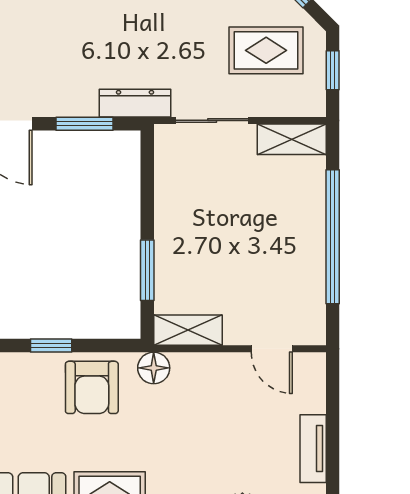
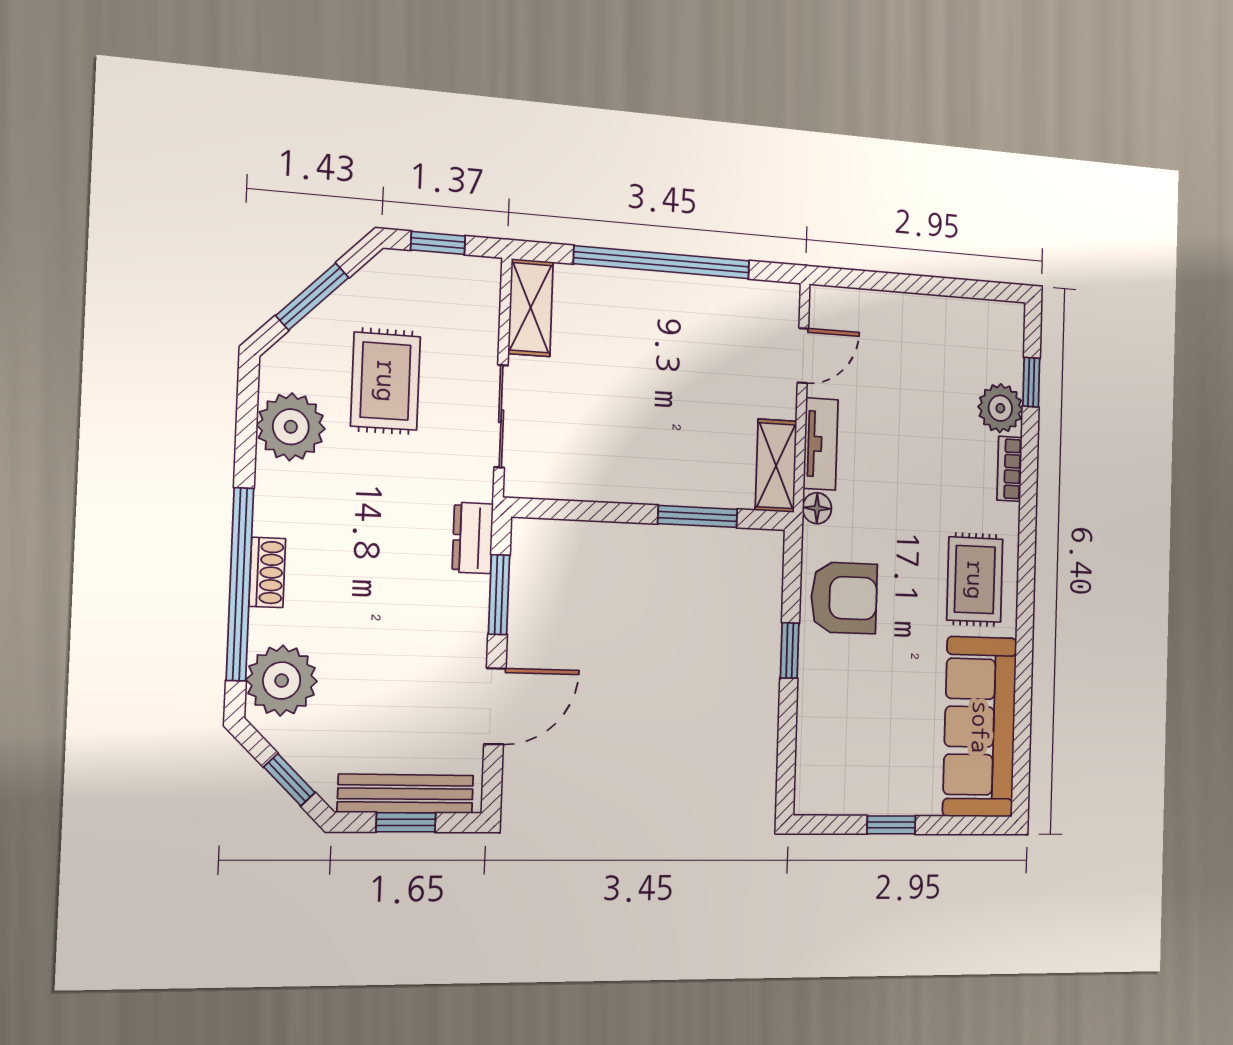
rug: (266, 50) -> (386, 381), moved
dresser: (135, 103) -> (473, 538), width x0.70
floor lamp: (154, 368) -> (817, 508), width x0.73, depth x0.73
tv unit: (313, 449) -> (821, 444), moved, turned -90

